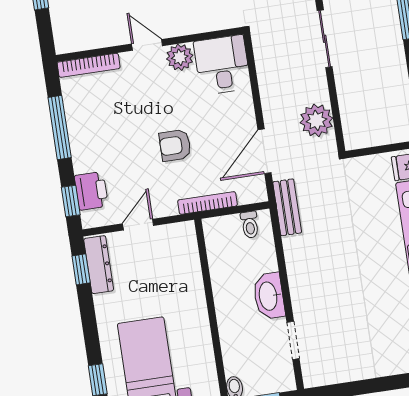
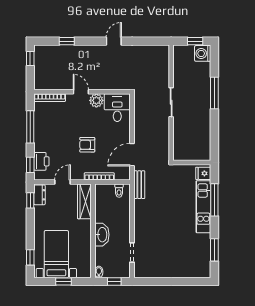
plant: (316, 120) -> (161, 143), removed
wardrobe: (186, 256) -> (84, 201), added
dresser: (99, 265) -> (39, 195), width x0.70
washbasin: (269, 296) -> (102, 235), moved, turned 180

